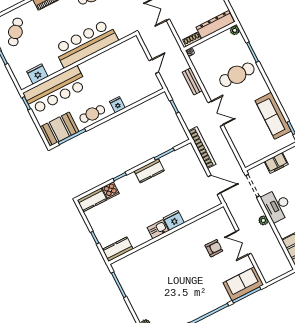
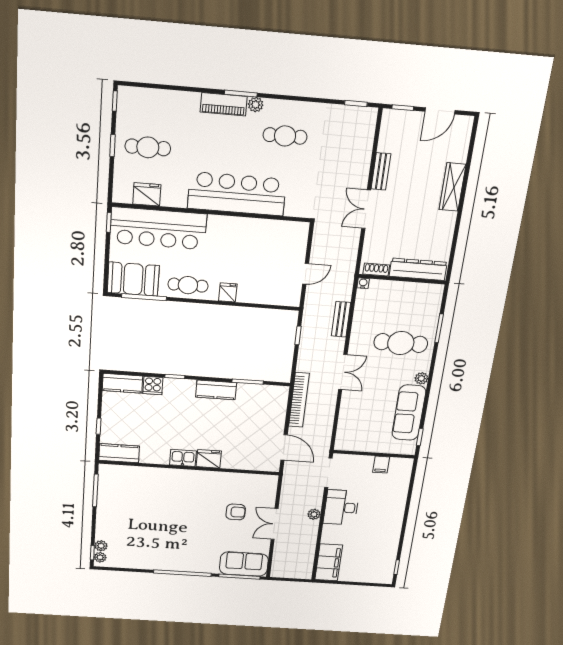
plant: (235, 30) -> (421, 378), moved
cafe table: (15, 32) -> (148, 147), moved, turned 50
filing cabinet: (276, 163) -> (381, 465), width x0.50

